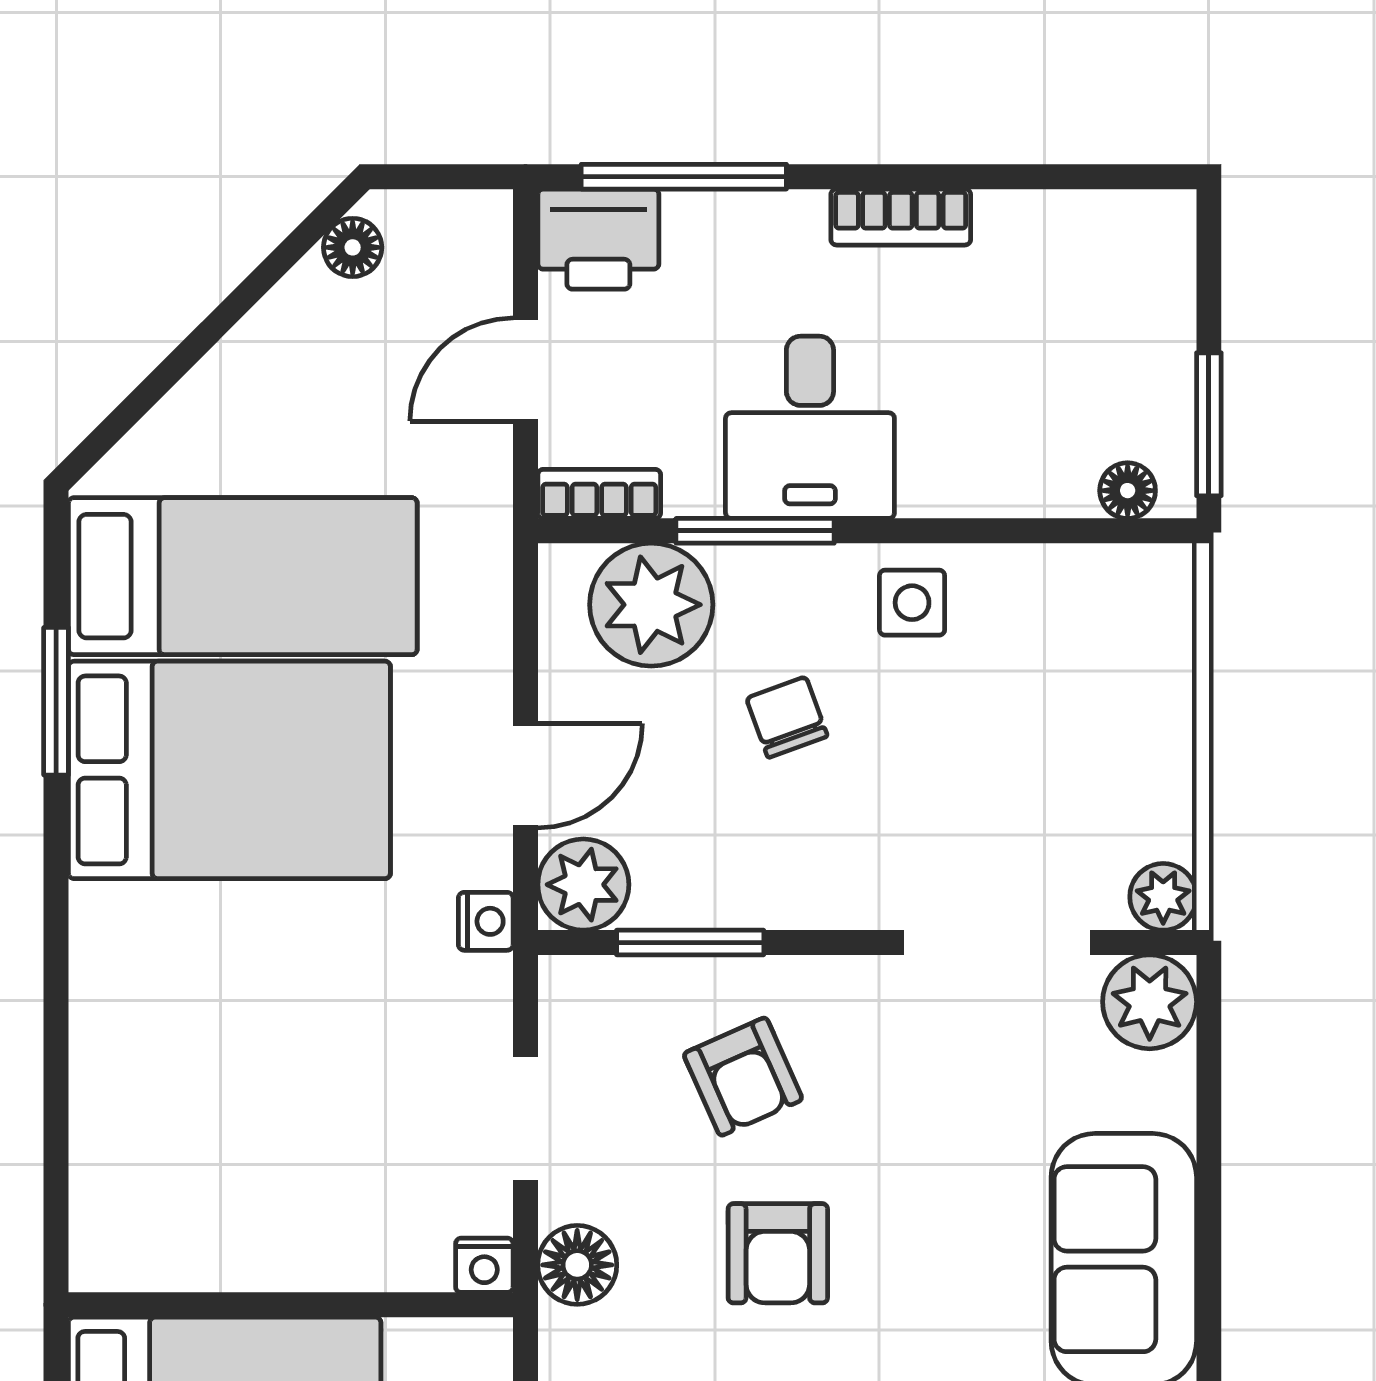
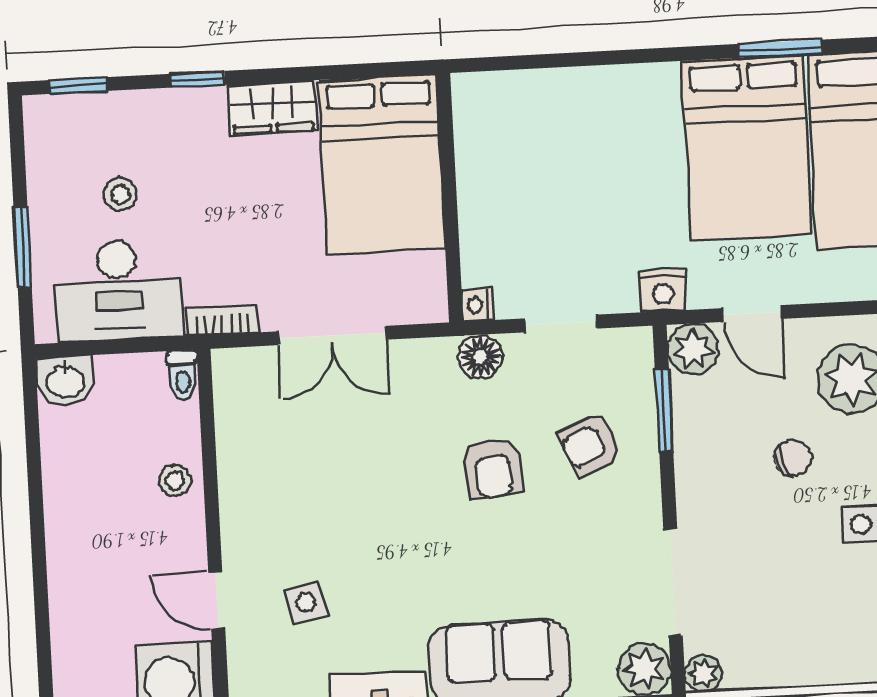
nightstand: (486, 921) -> (663, 290), width x1.39, depth x1.35
armchair: (778, 1253) -> (493, 469), turned -95

